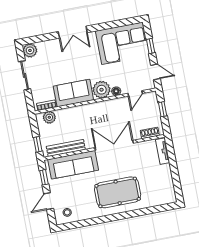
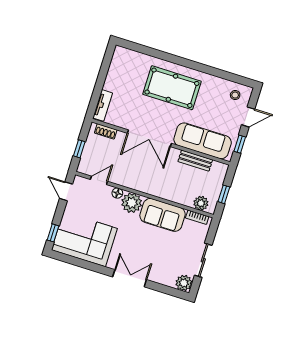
window: (151, 46) -> (53, 233), moved
window: (38, 144) -> (224, 194), moved
bench: (66, 148) -> (195, 161), width x0.73

